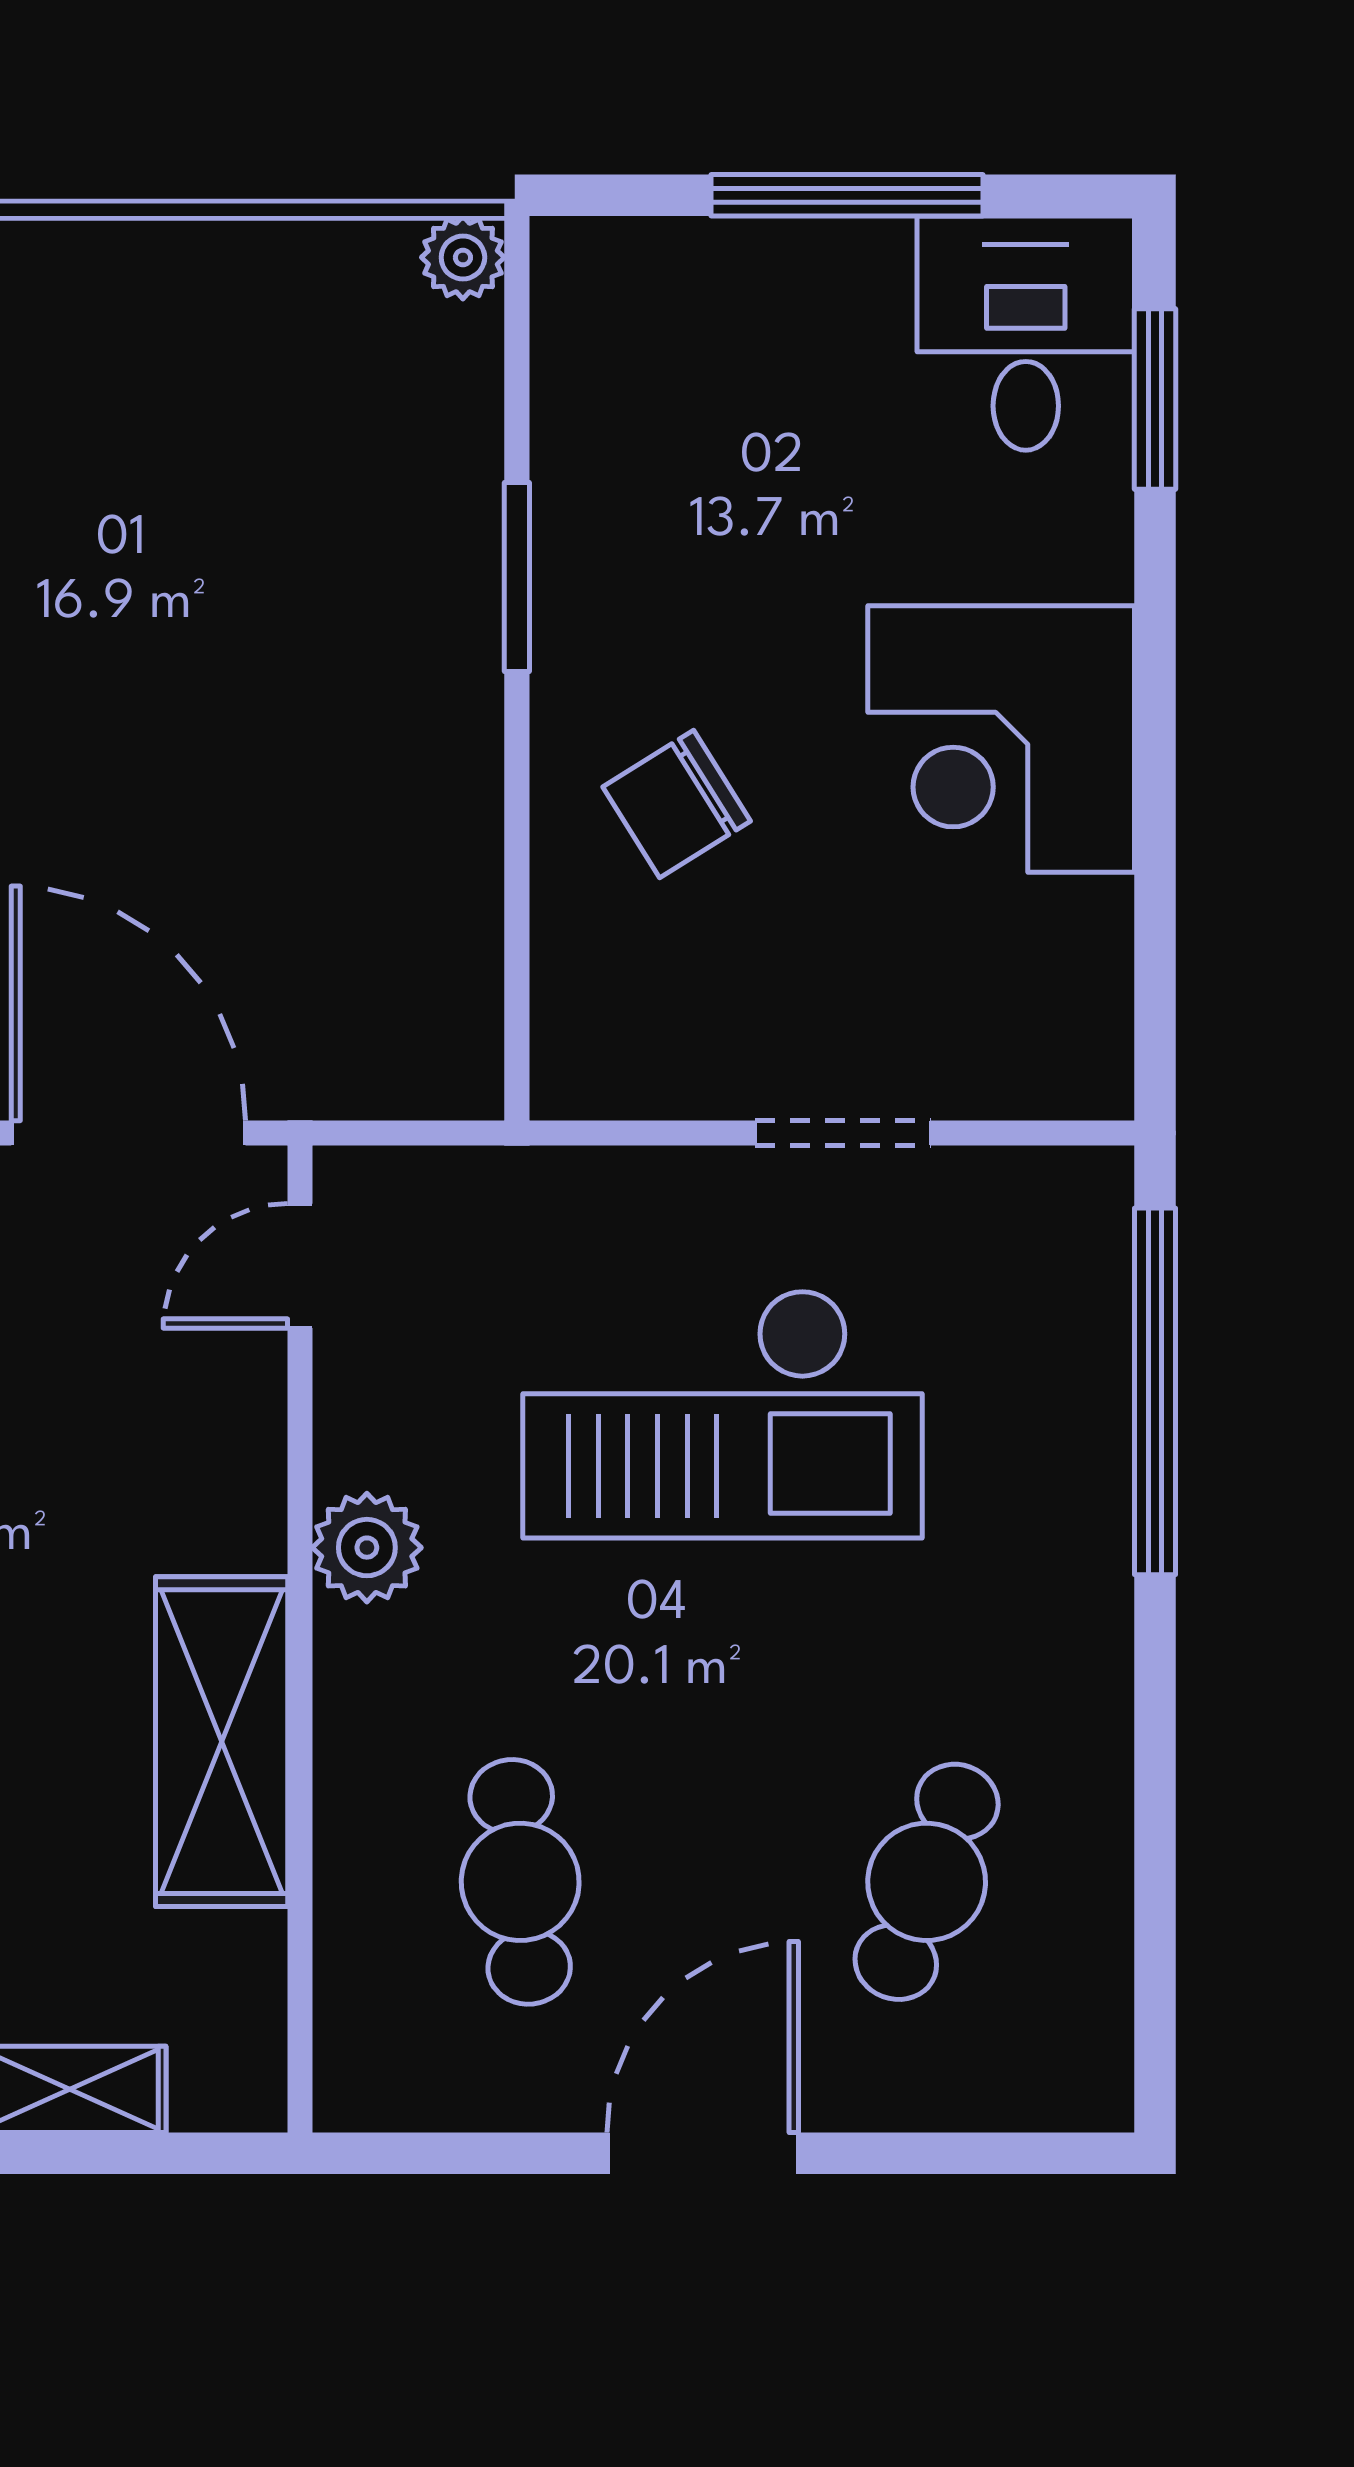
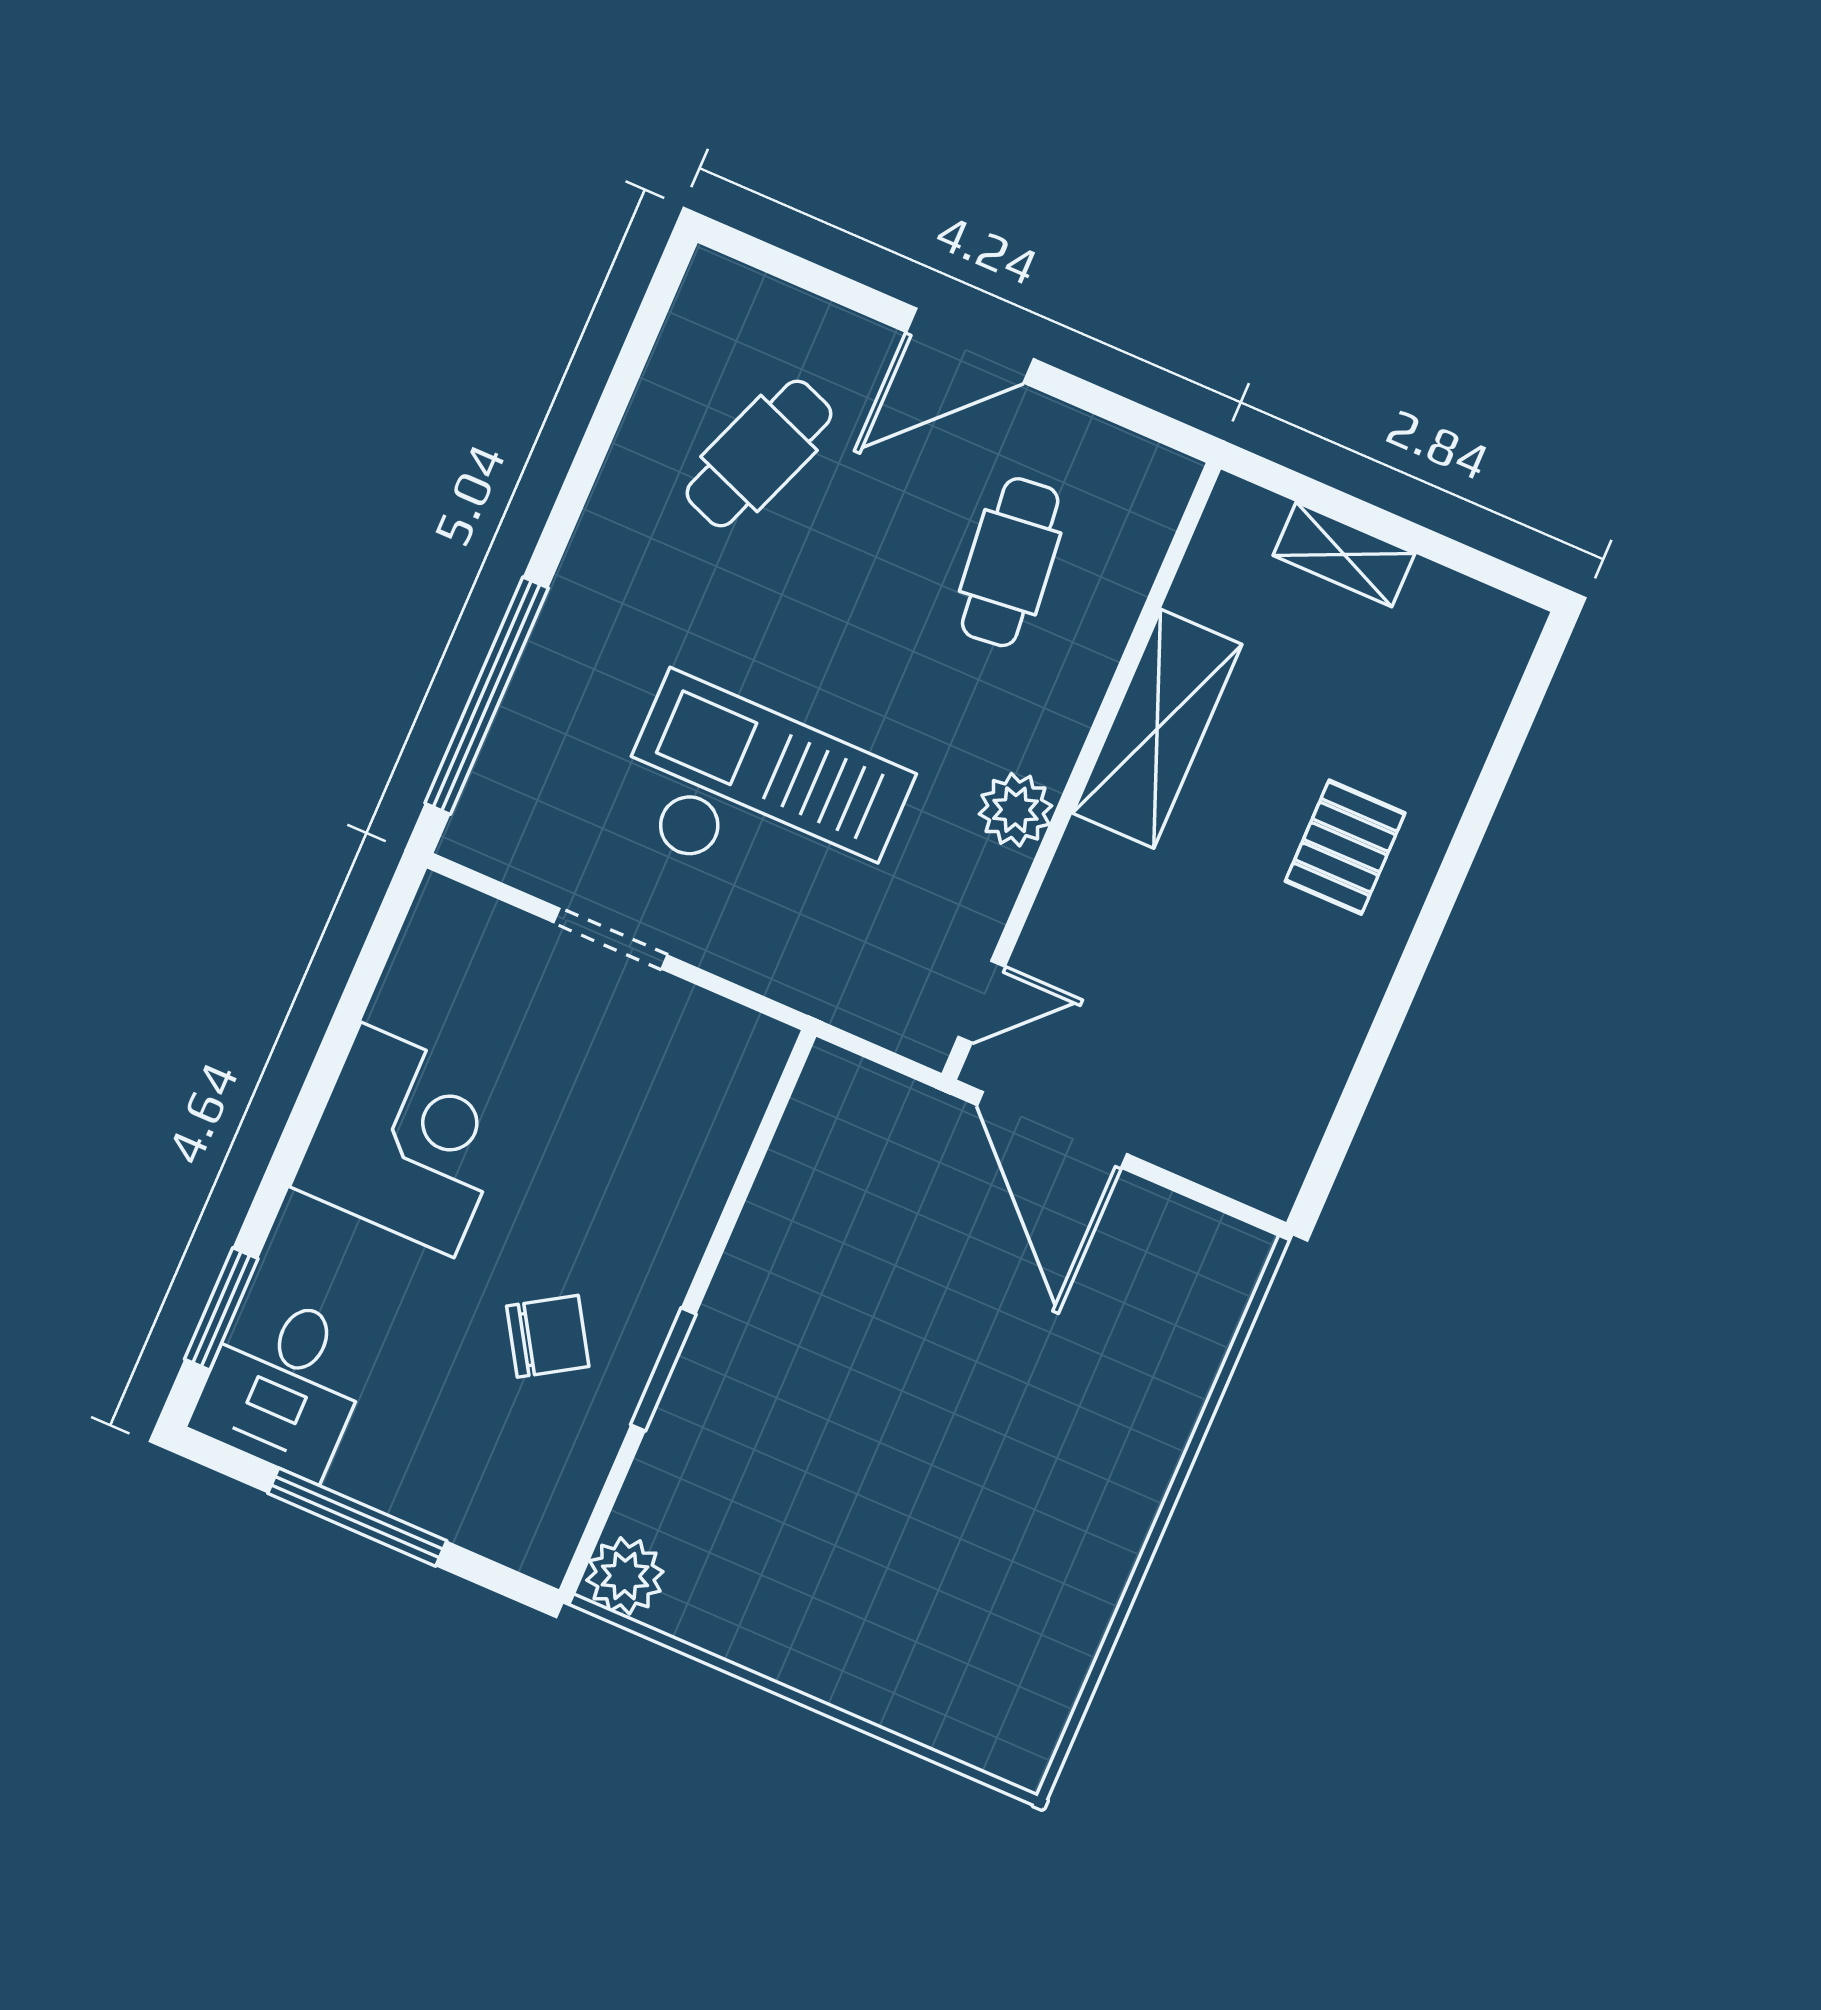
plant: (463, 257) -> (625, 1576), width x1.38, depth x1.38
chair: (677, 804) -> (548, 1336), moved

